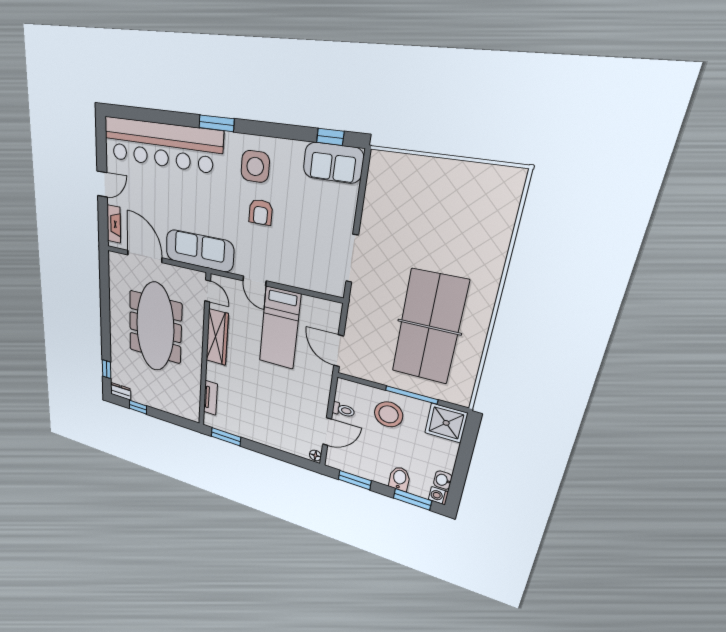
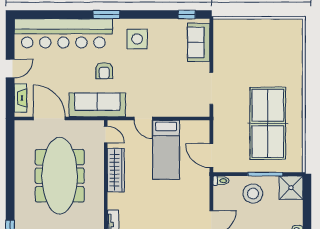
sofa: (333, 163) -> (199, 42), moved, turned 90
armchair: (261, 212) -> (104, 71), moved
toilet: (343, 410) -> (221, 181), moved

